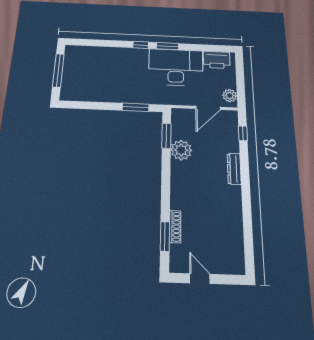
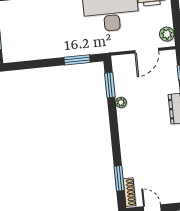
plant: (181, 150) -> (121, 102), width x0.53, depth x0.53
shoe rack: (175, 227) -> (129, 192), moved

